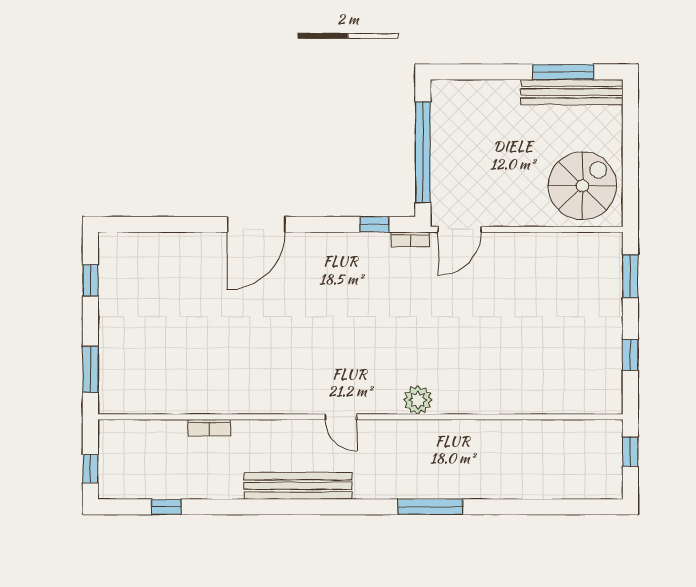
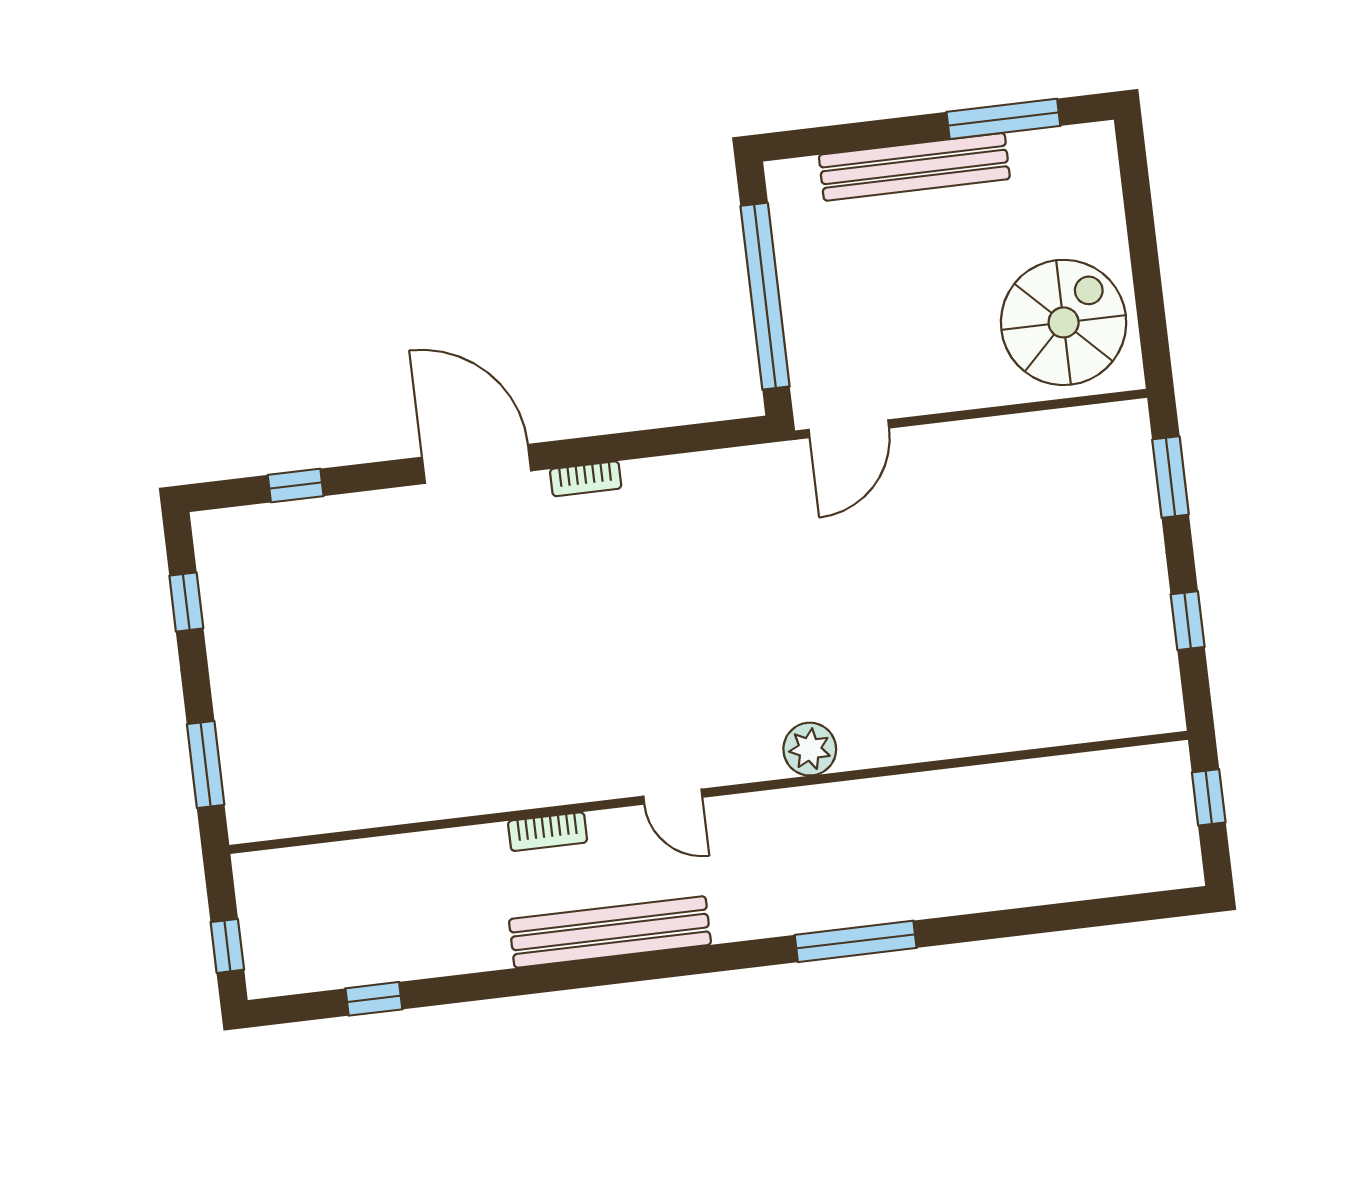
bench: (572, 92) -> (914, 167), moved
door: (256, 224) -> (476, 464), swing flipped
window: (375, 224) -> (296, 485), moved
bookcase: (410, 239) -> (586, 479), moved
bookcase: (209, 428) -> (548, 832), moved

